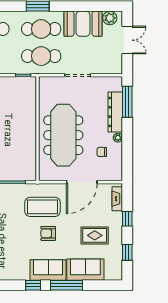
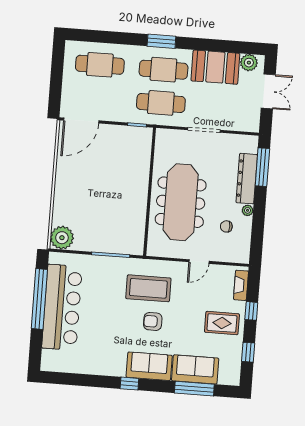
door: (82, 182) -> (199, 262), width x0.53
rug: (95, 235) -> (222, 323), moved
window: (66, 285) -> (194, 389), moved

